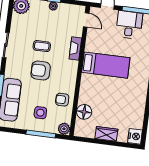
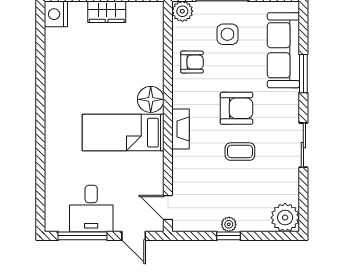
fireplace: (75, 48) -> (181, 129), moved
floor lamp: (84, 112) -> (151, 99), moved

